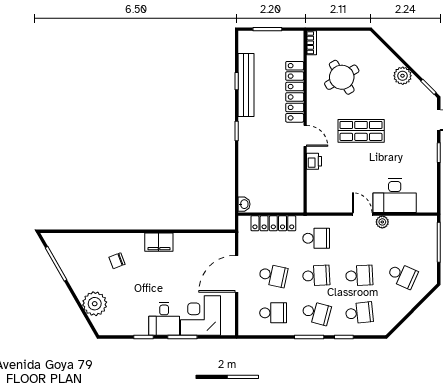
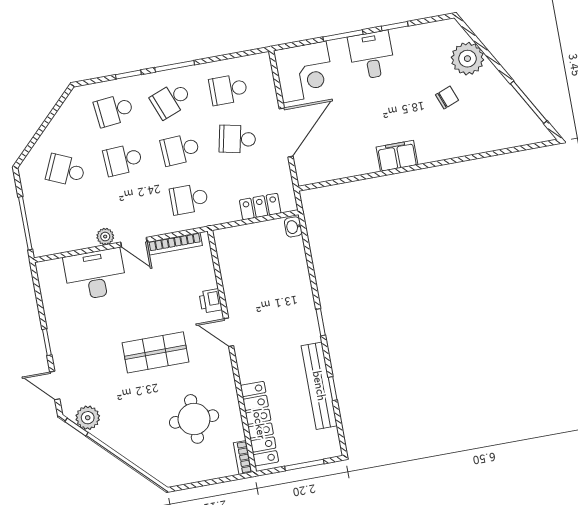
plant: (403, 76) -> (88, 418), moved
round table: (342, 77) -> (194, 419), turned 31
locker: (295, 92) -> (259, 424), moved
bookcase: (332, 208) -> (175, 244), added
locker: (273, 223) -> (260, 207), width x0.66
chair: (117, 261) -> (447, 97), moved
school desk: (316, 313) -> (171, 100), turned -36
corner desk: (201, 316) -> (304, 72), moved

